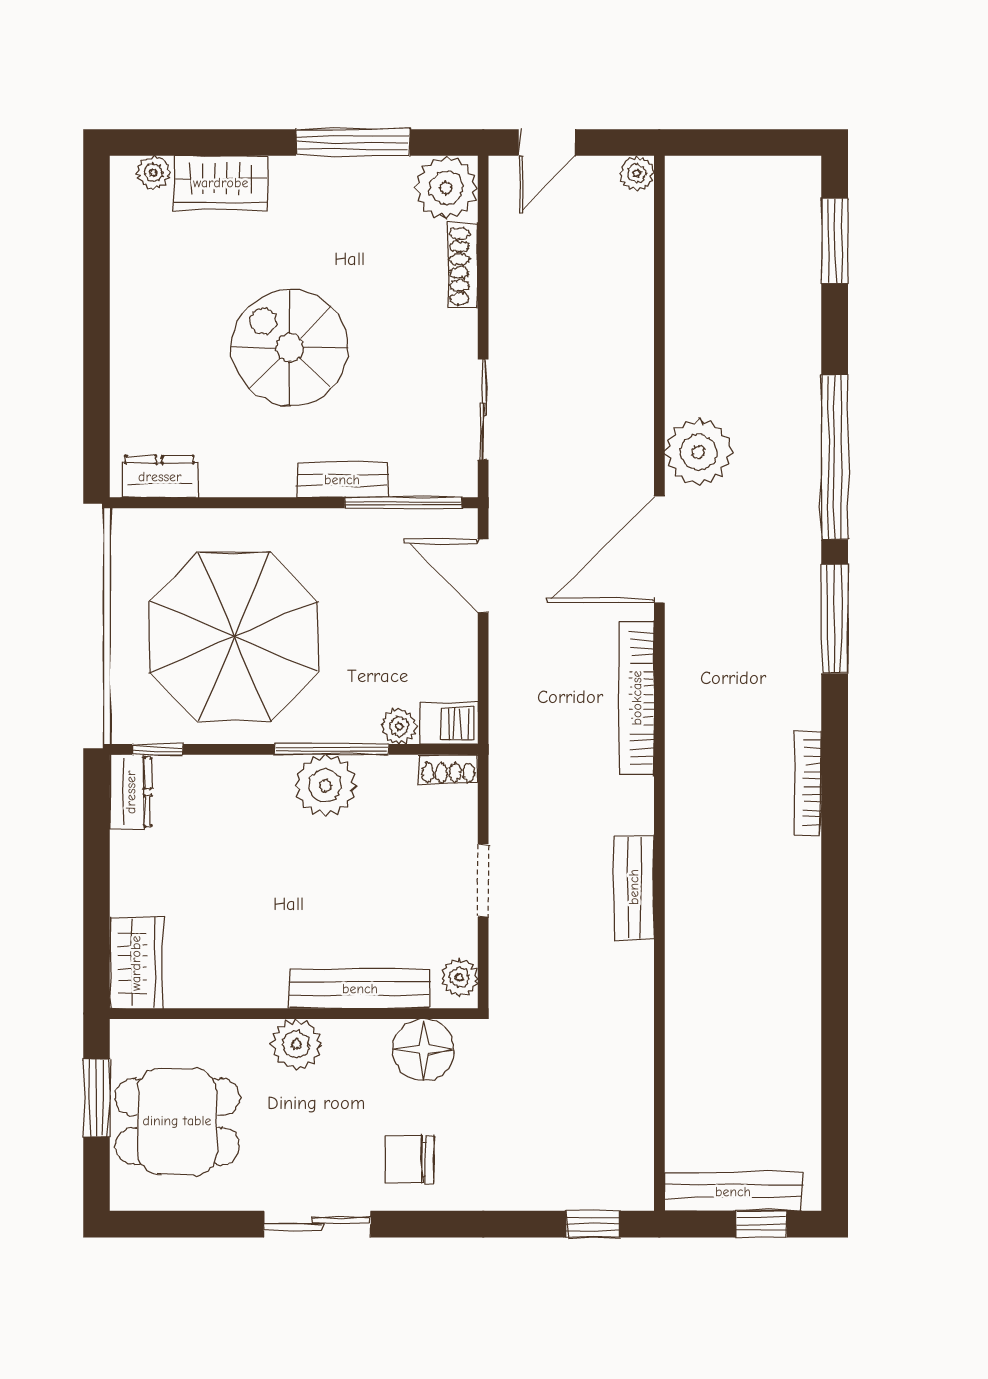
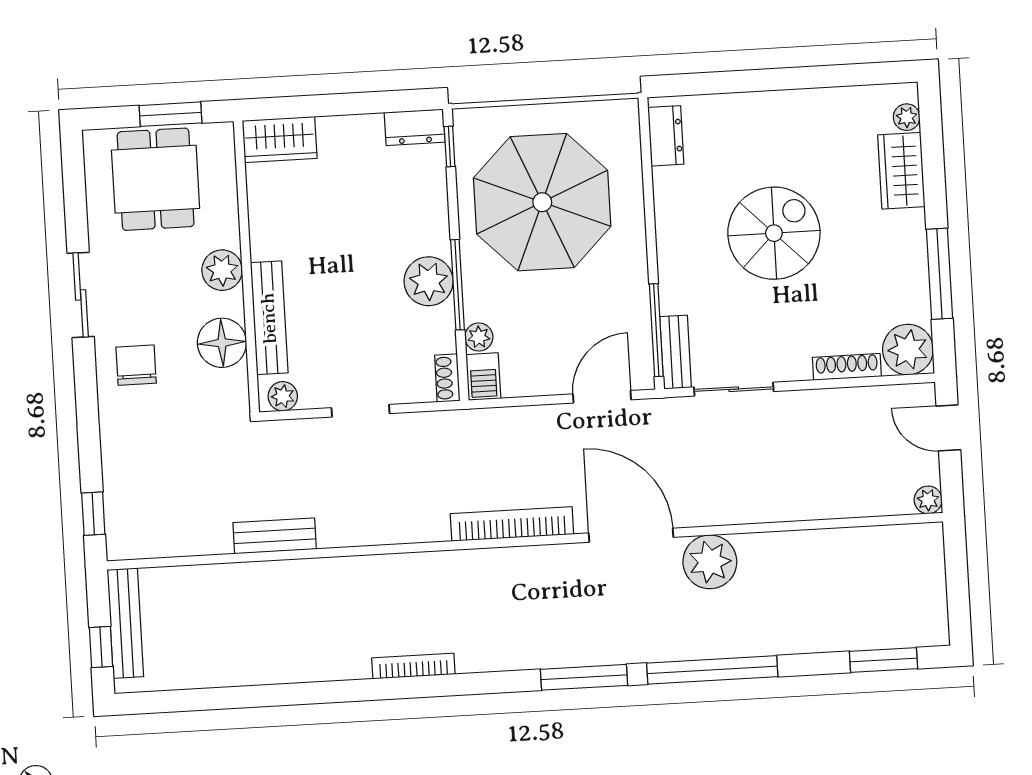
bench: (342, 480) -> (676, 352), moved
bookcase: (808, 783) -> (413, 666), moved
bench: (634, 887) -> (275, 536), moved
floor lamp: (423, 1050) -> (222, 343), moved

